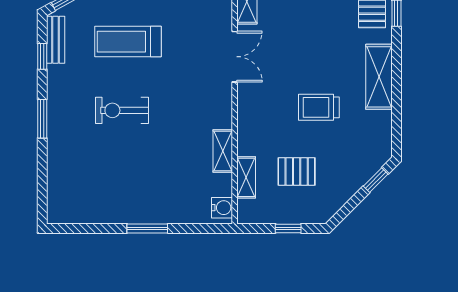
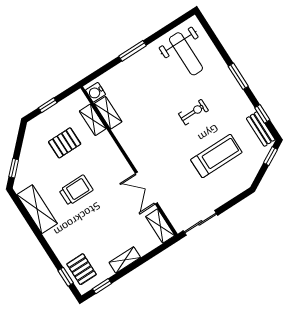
shelving: (379, 77) -> (37, 209), moved
exercise bike: (122, 110) -> (193, 112), width x0.73, depth x0.72
shelving: (223, 151) -> (108, 113), moved
weight bench: (87, 185) -> (186, 54), added

